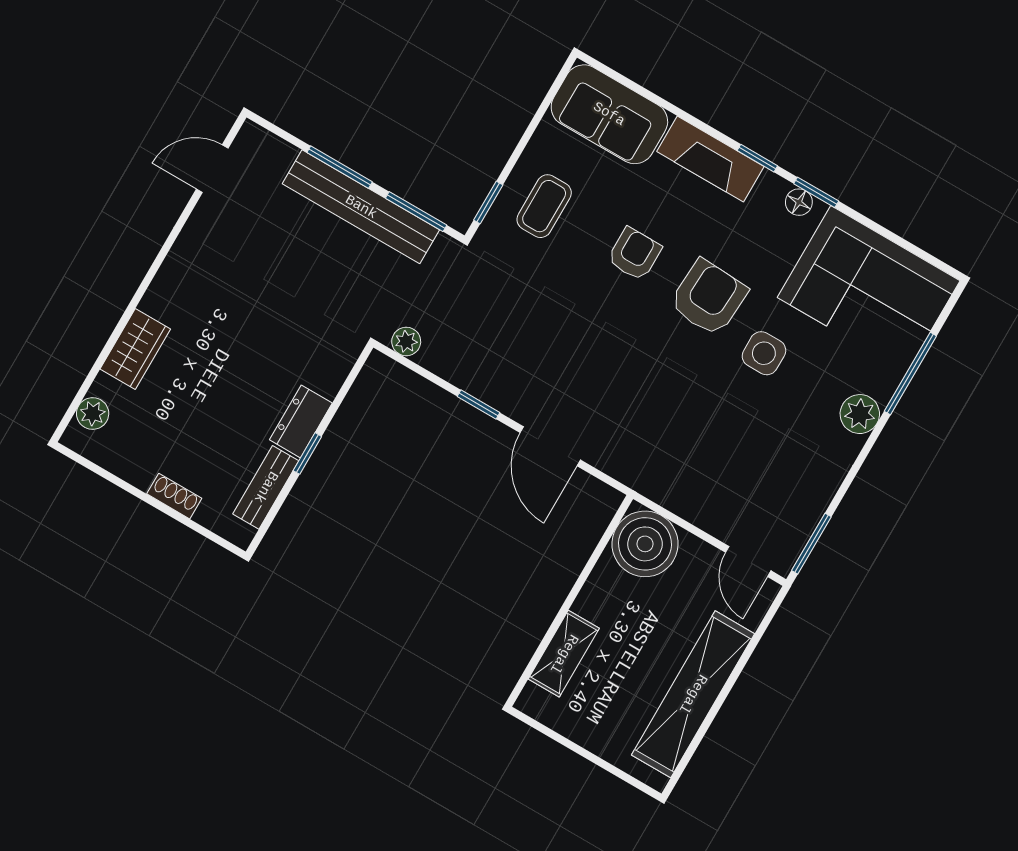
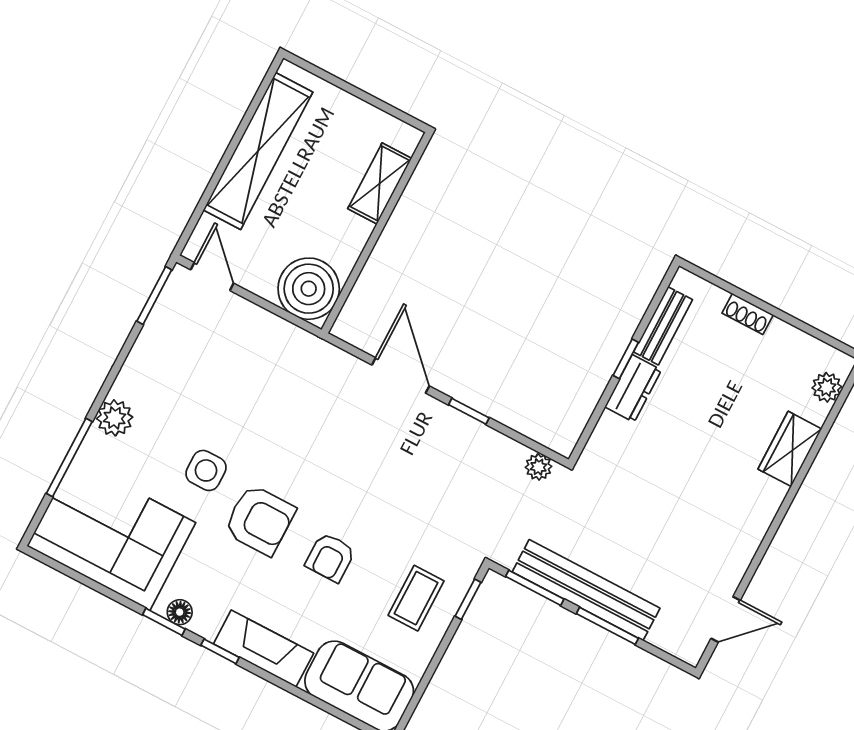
armchair: (709, 298) -> (260, 520), turned -93

